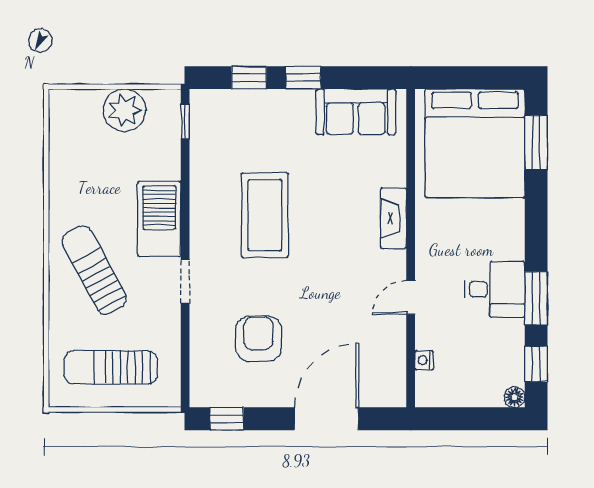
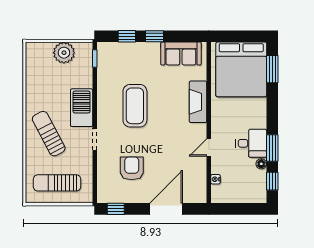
fireplace: (394, 218) -> (198, 102), width x1.37, depth x1.32
floor lamp: (515, 397) -> (261, 164), moved

